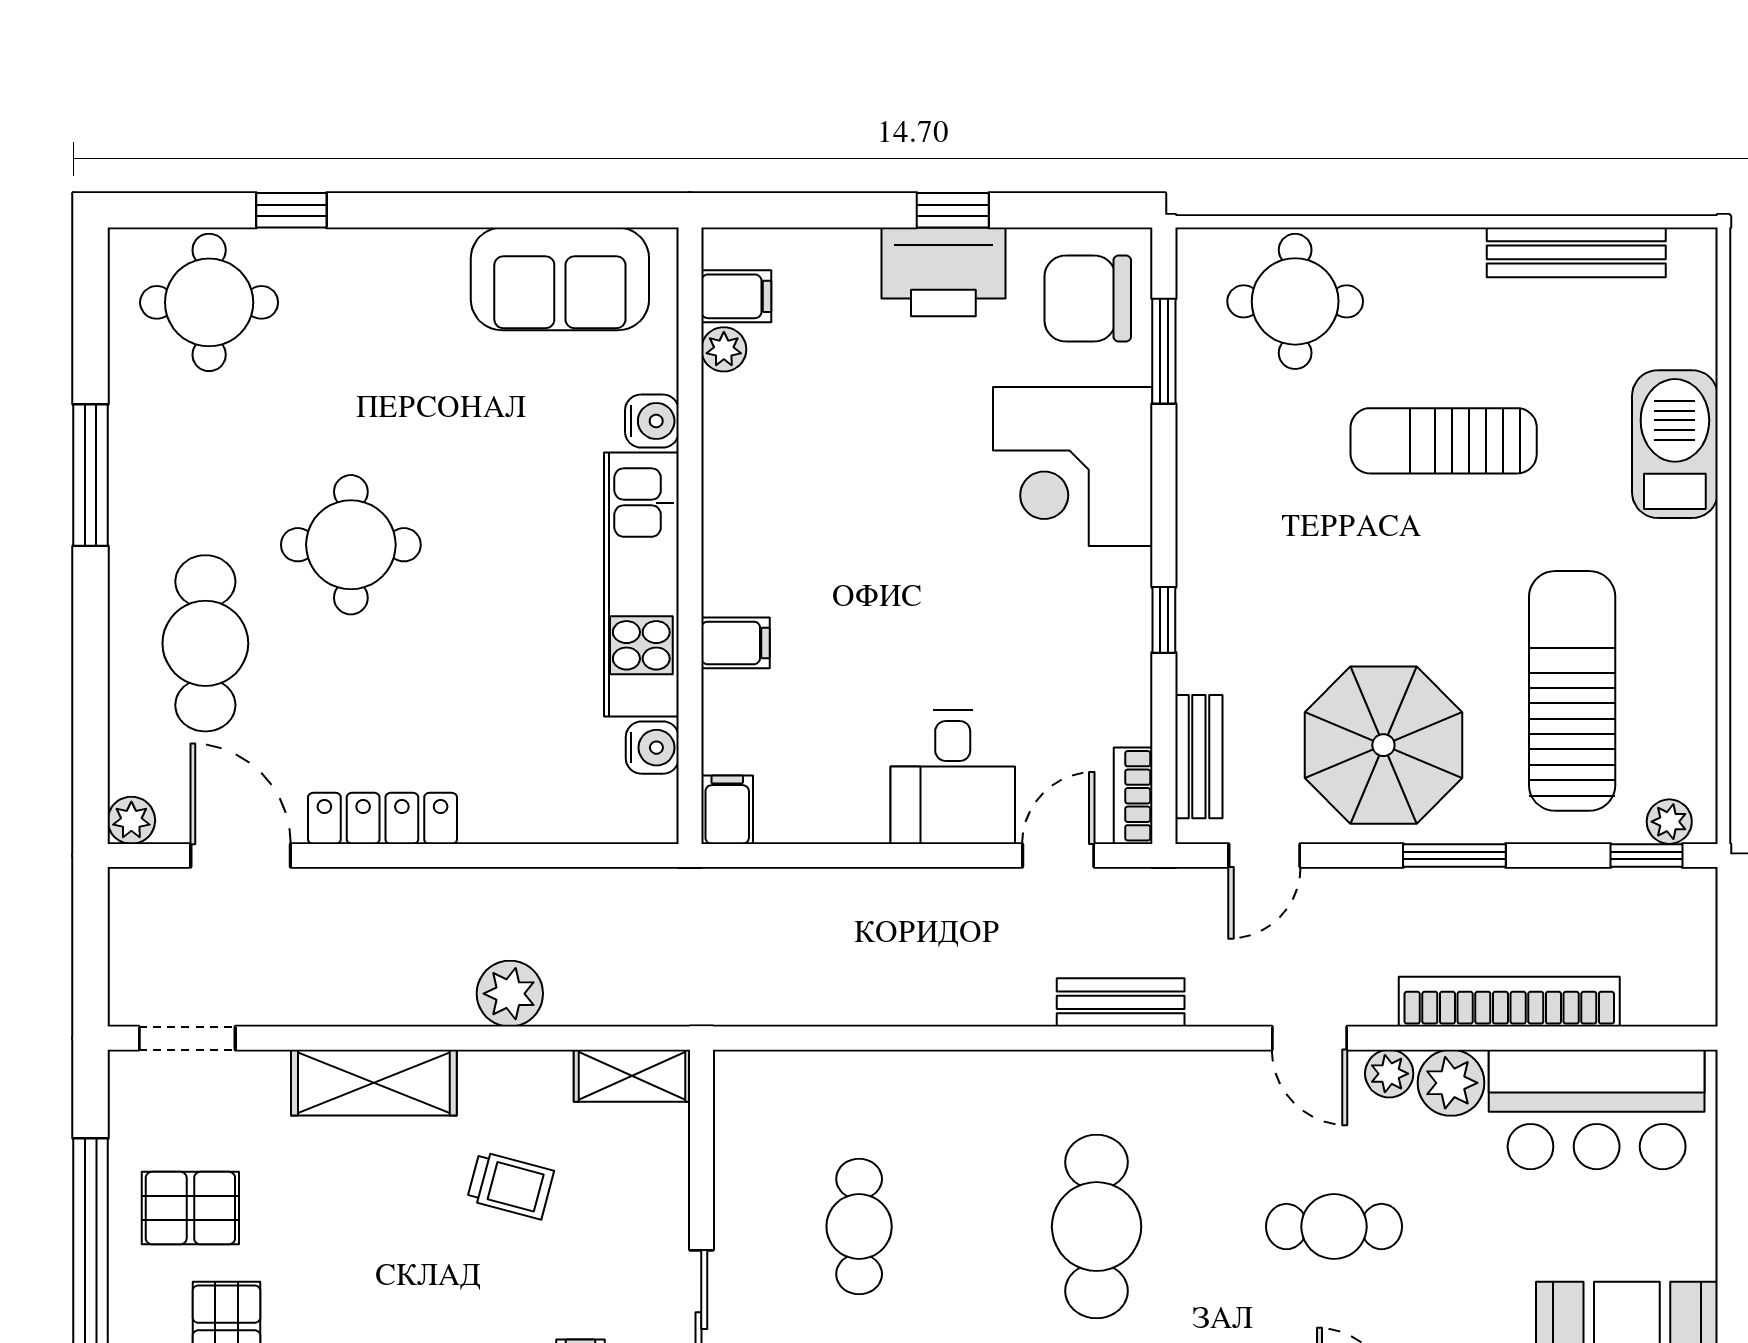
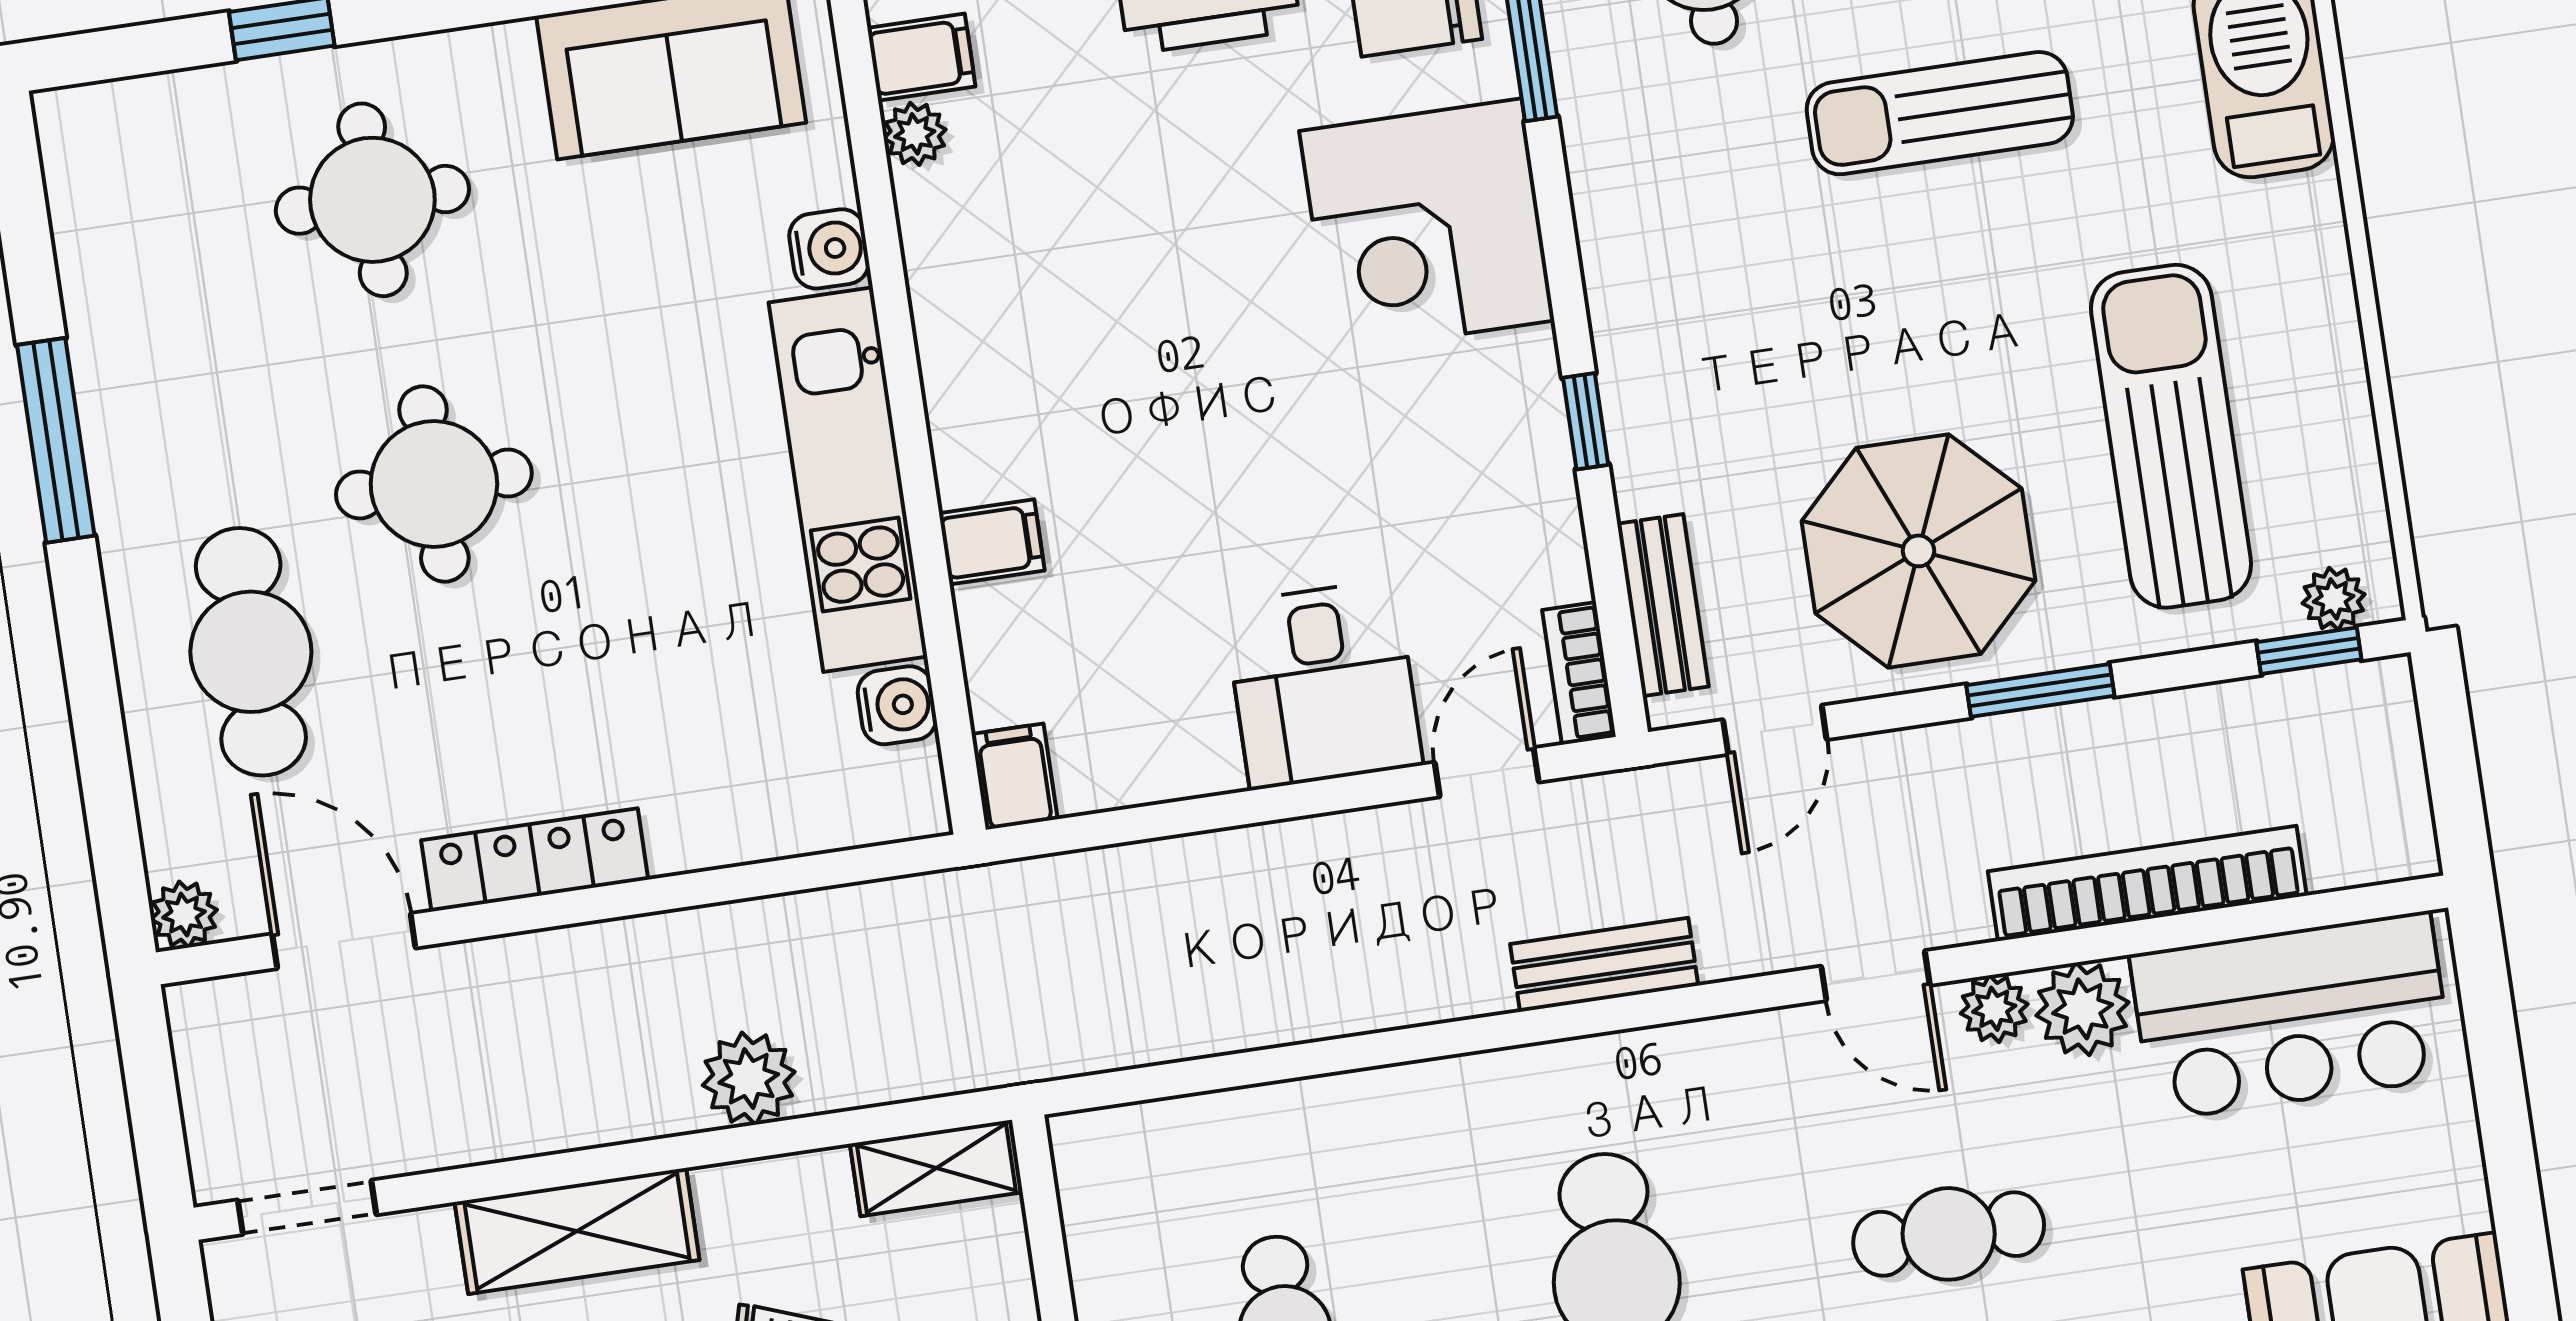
round table: (209, 302) -> (372, 200), moved

